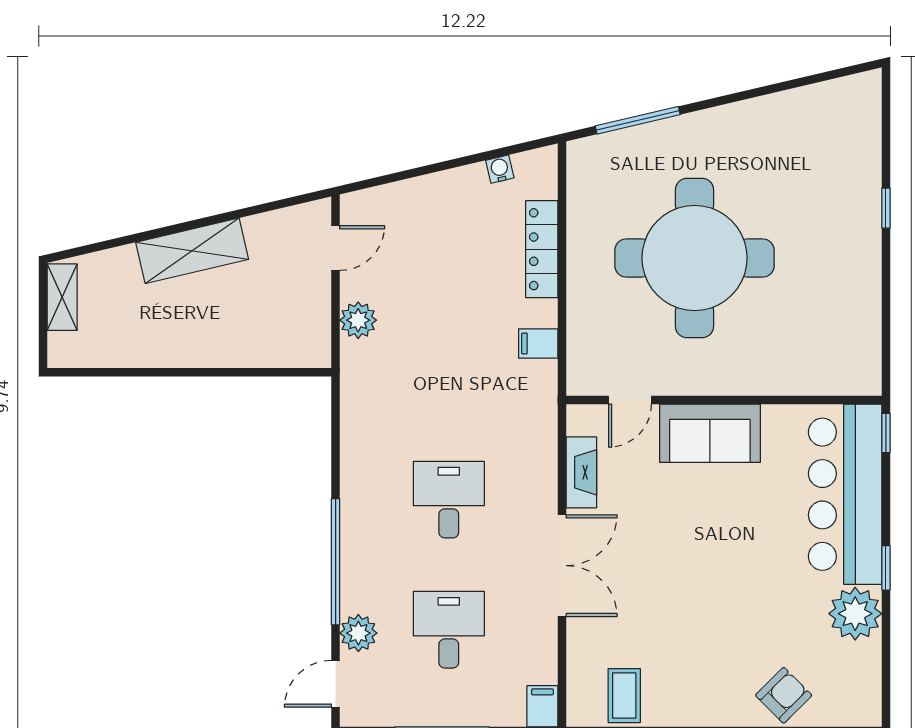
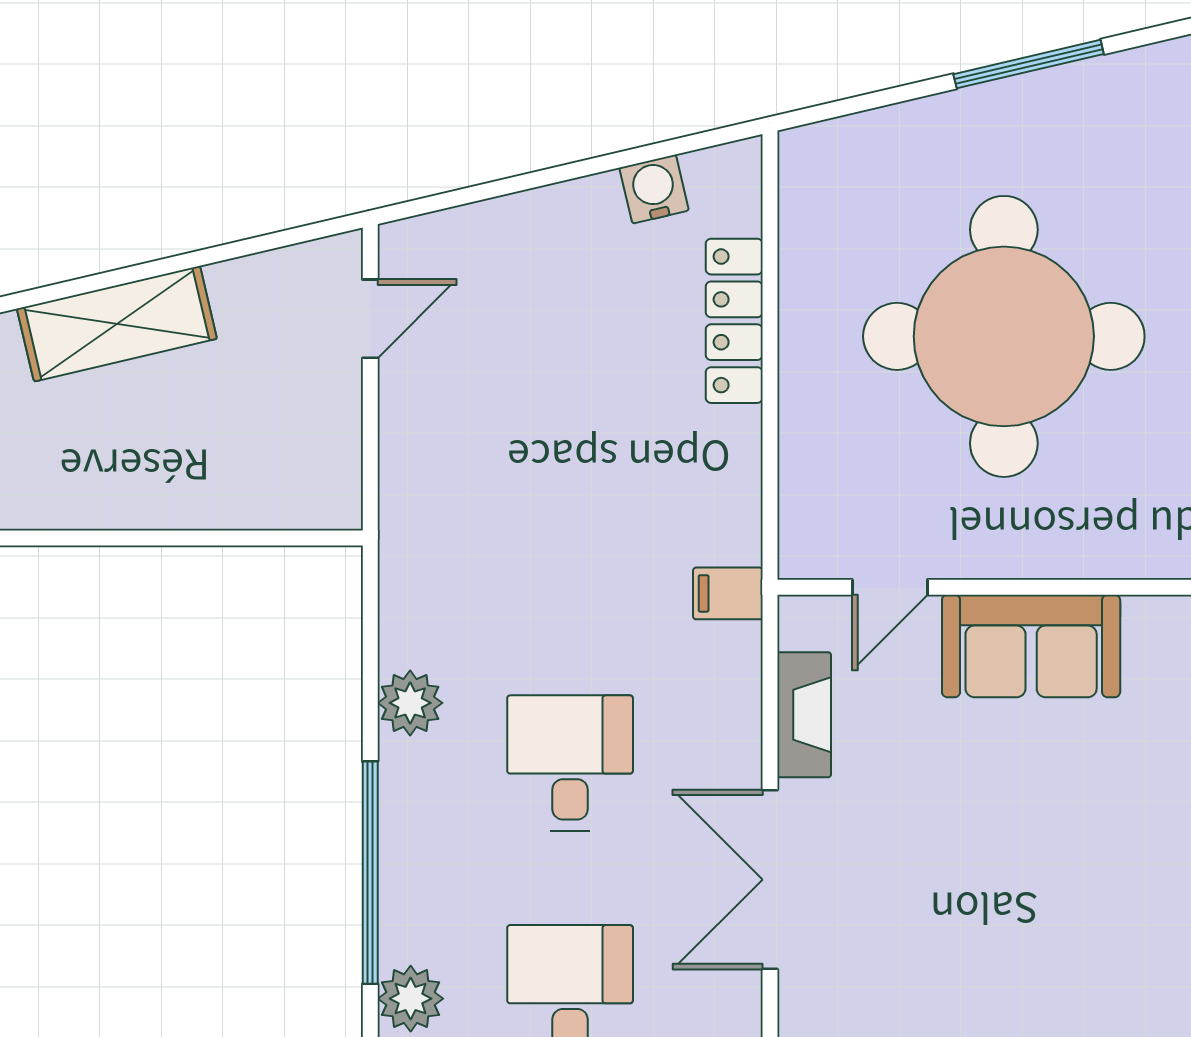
window: (638, 120) -> (1029, 64), moved
water cooler: (500, 169) -> (654, 189), width x1.38, depth x1.38
plant: (358, 320) -> (410, 703), moved
filing cabinet: (538, 343) -> (728, 593), moved
double door: (562, 566) -> (770, 880), swing flipped

